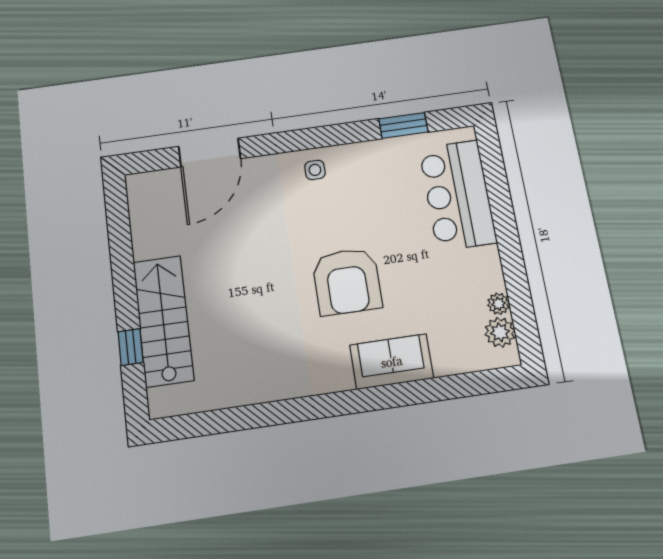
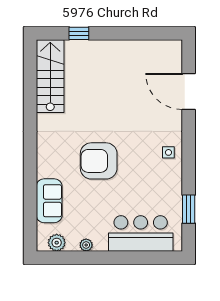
plant: (499, 304) -> (86, 245), moved
stairs: (163, 321) -> (50, 76), moved, turned -90
sofa: (392, 362) -> (49, 201), moved

